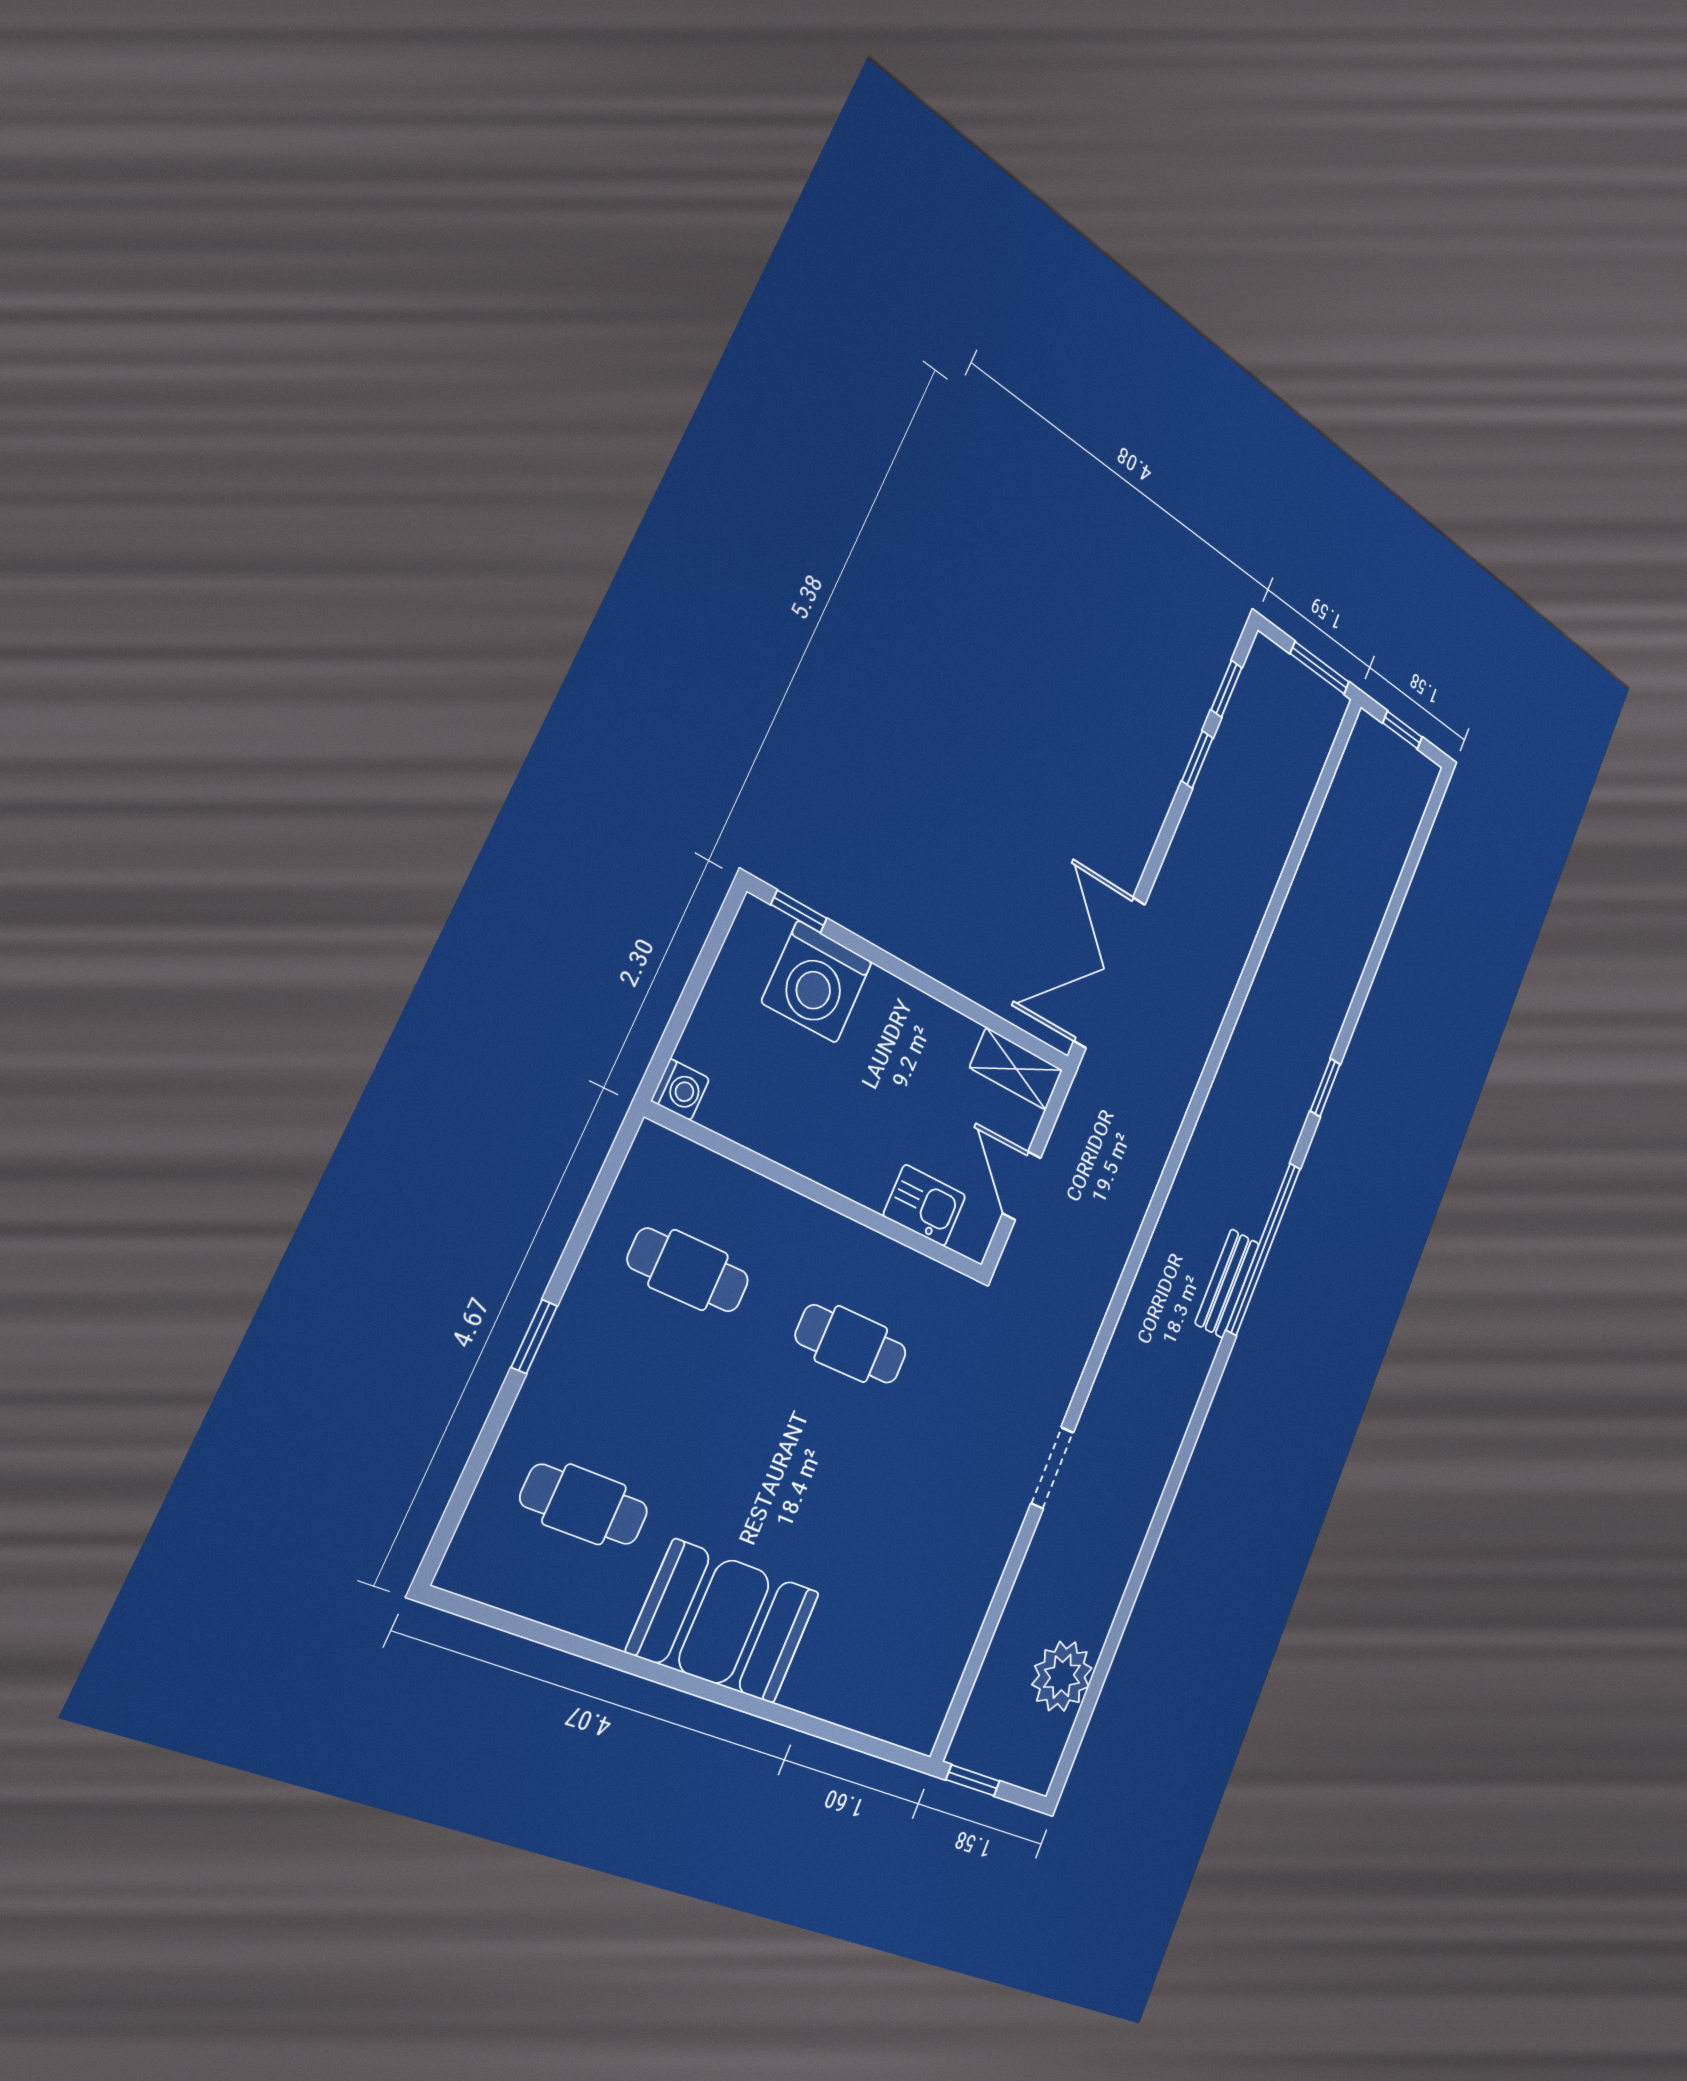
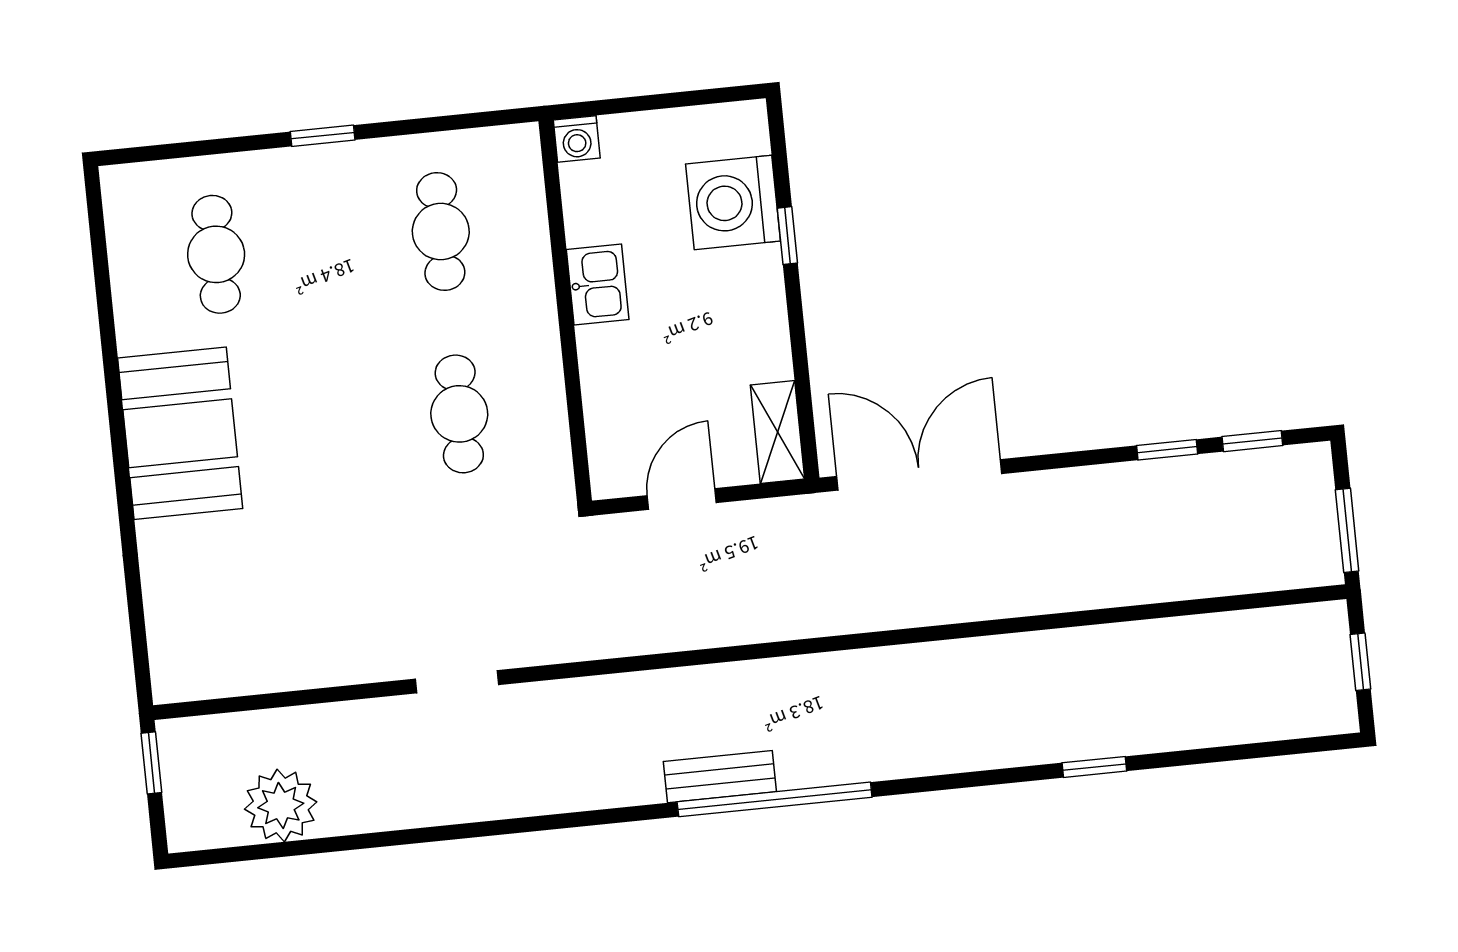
window: (799, 912) -> (787, 236), moved
window: (1325, 1088) -> (1094, 767), moved
kitchen sink: (925, 1205) -> (598, 284), moved

